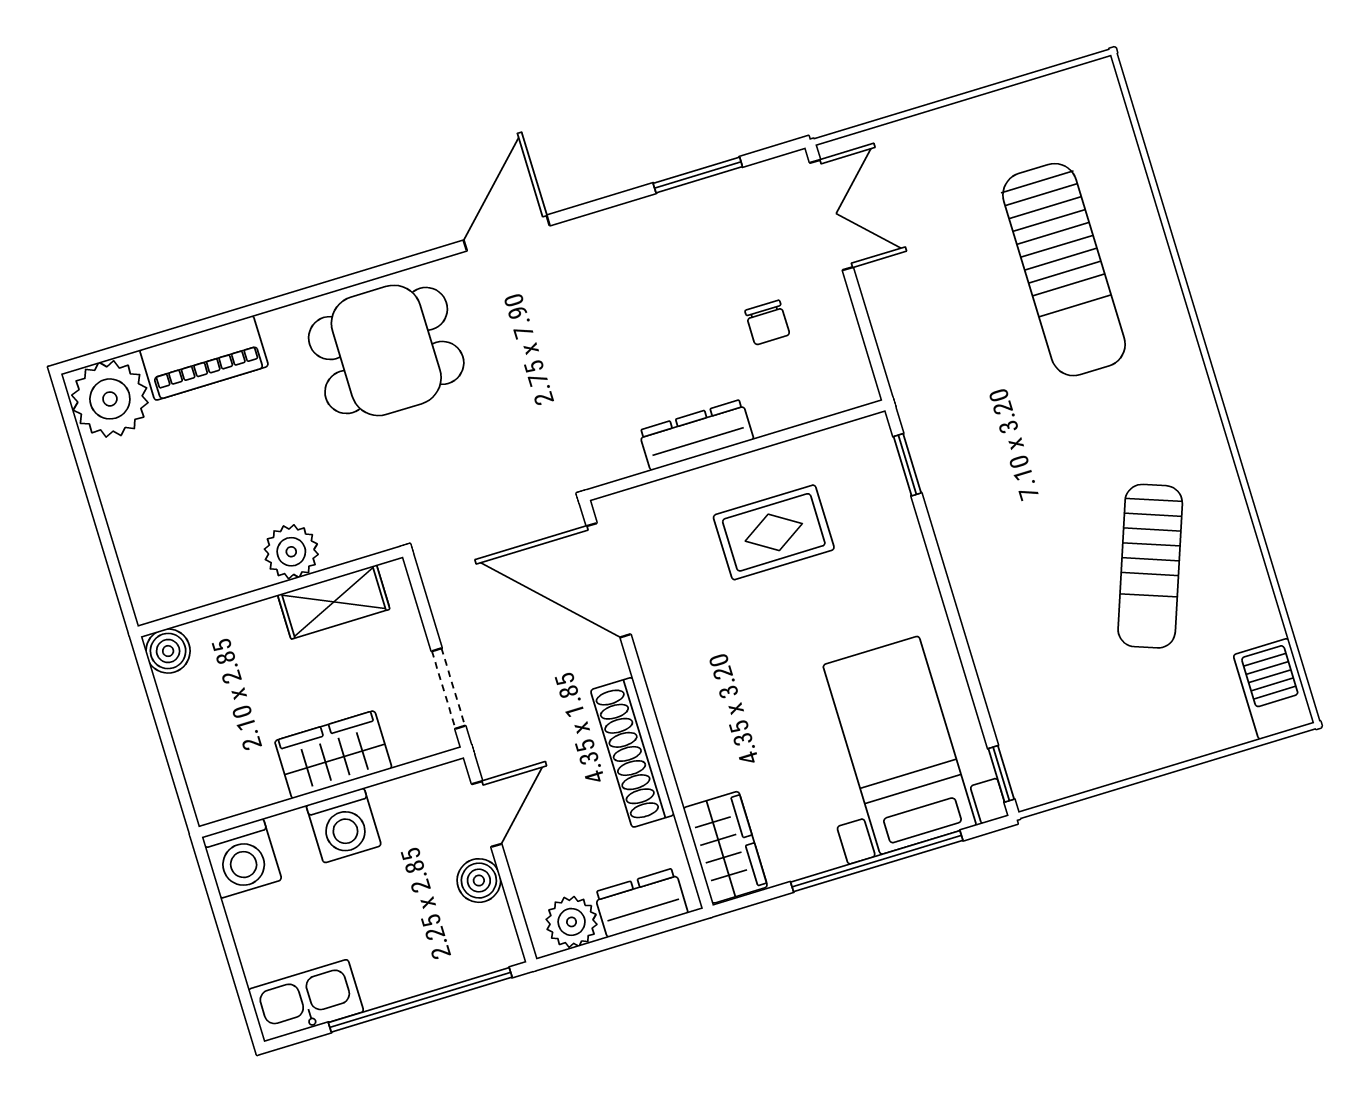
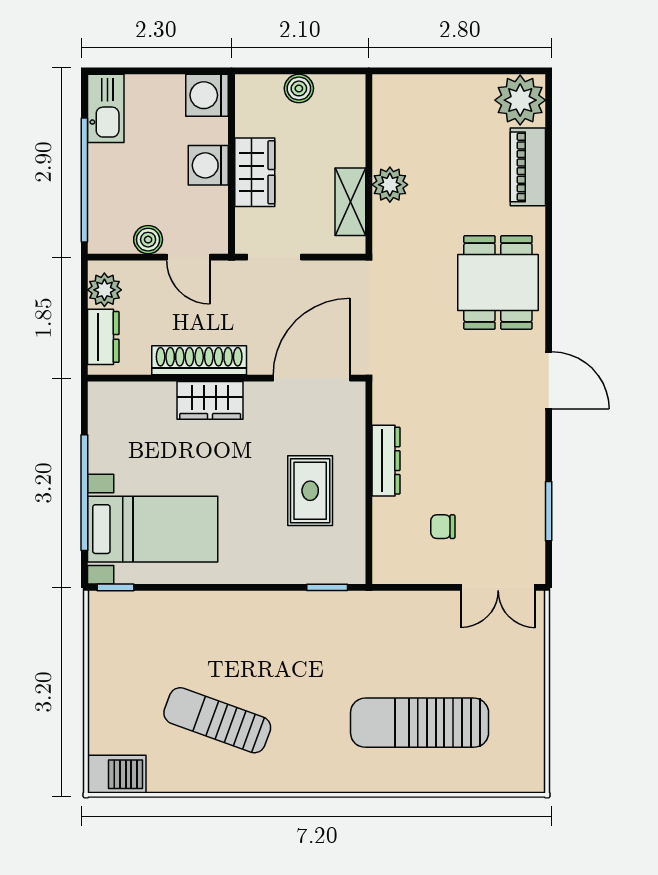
boiler: (168, 651) -> (299, 88), moved
wardrobe: (725, 847) -> (210, 400), moved

